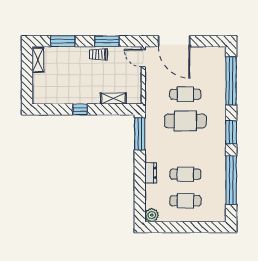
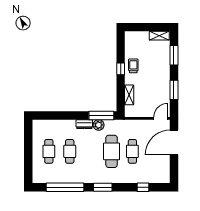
trolley: (98, 54) -> (133, 66), moved
window: (231, 81) -> (143, 187), width x0.32
dresser: (151, 173) -> (84, 124), moved
plant: (152, 215) -> (99, 125), moved

